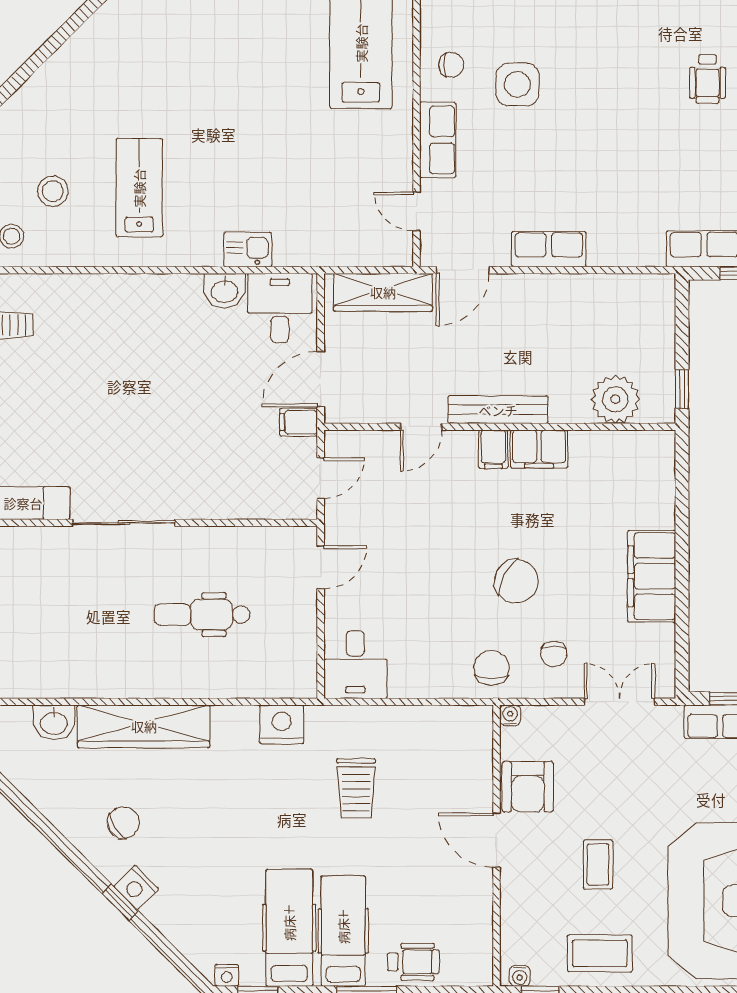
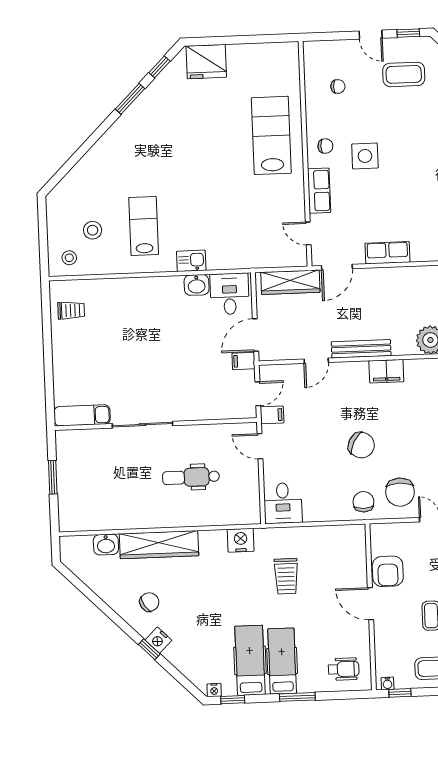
kitchen sink: (248, 250) -> (191, 261), moved
filing cabinet: (493, 449) -> (272, 415), moved, turned -90
door: (321, 567) -> (260, 446), swing flipped
chair: (516, 581) -> (361, 445), moved
chair: (554, 654) -> (400, 492), width x1.87, depth x1.87
water cooler: (510, 715) -> (376, 529), removed
wheelchair: (413, 962) -> (344, 669), moved

